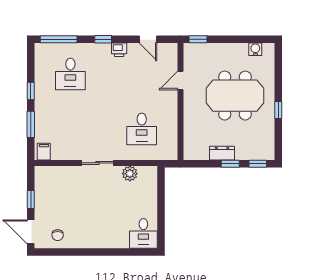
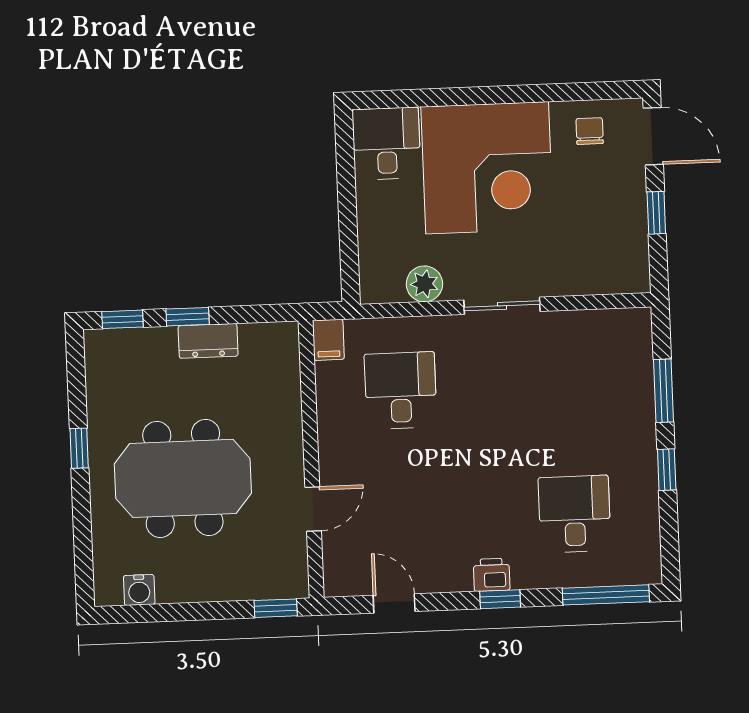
printer: (119, 50) -> (492, 575), moved
filing cabinet: (44, 152) -> (328, 340), moved
corner desk: (101, 221) -> (487, 168), added

